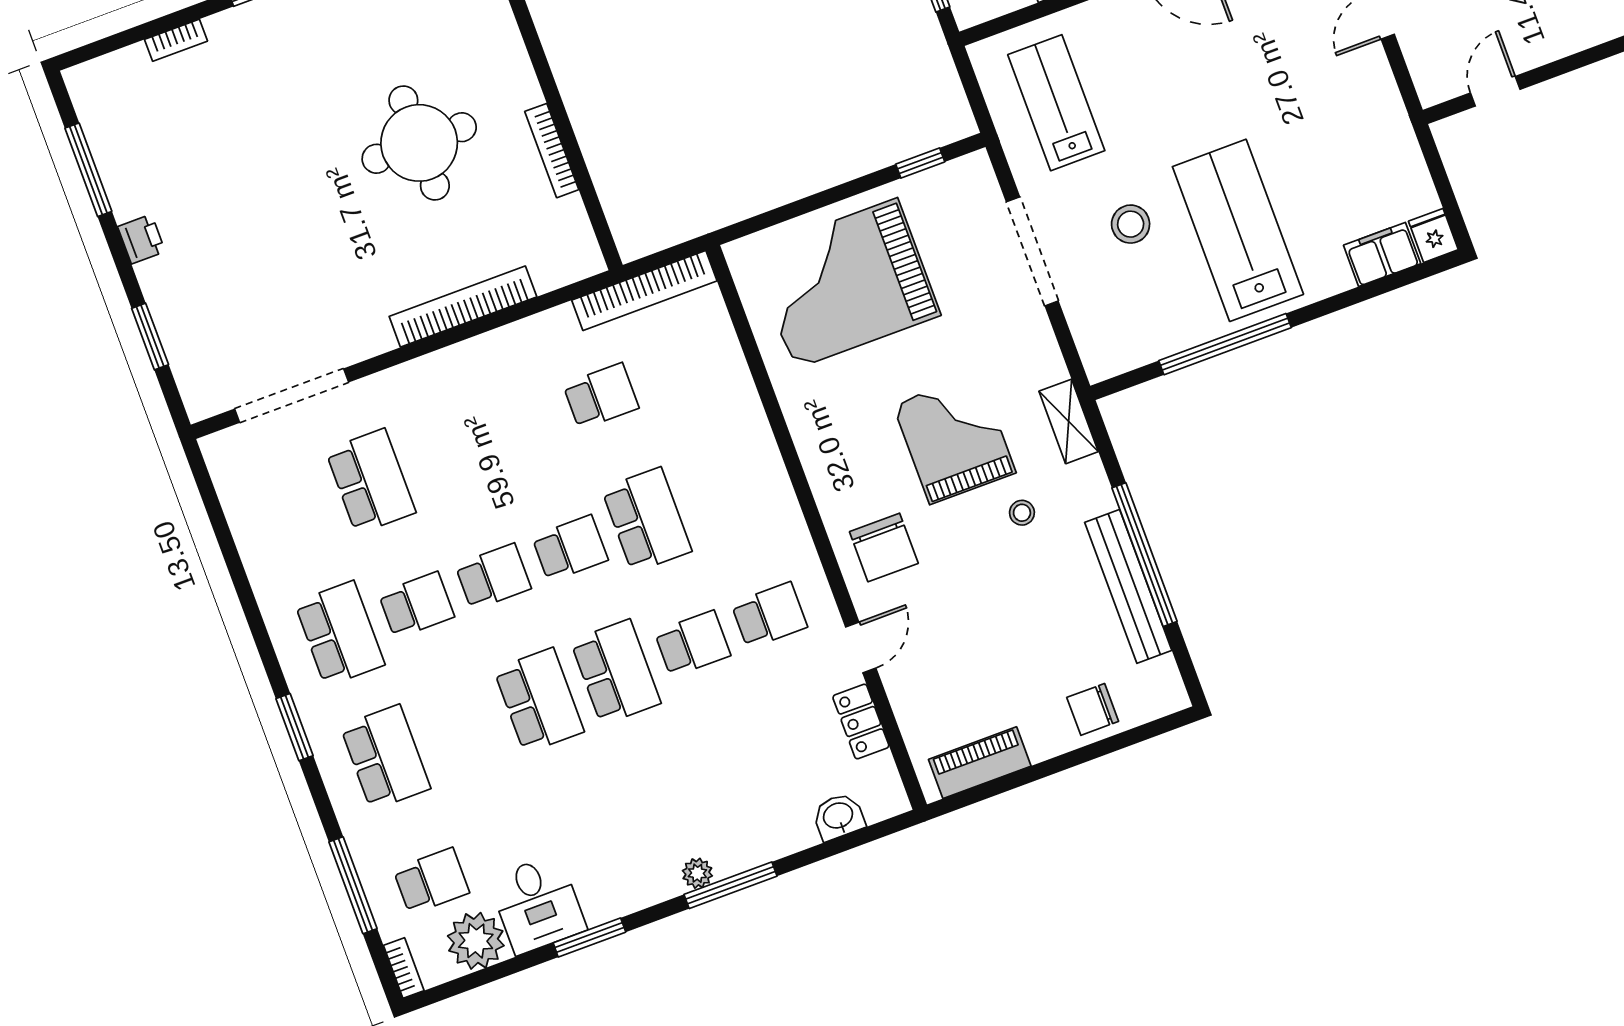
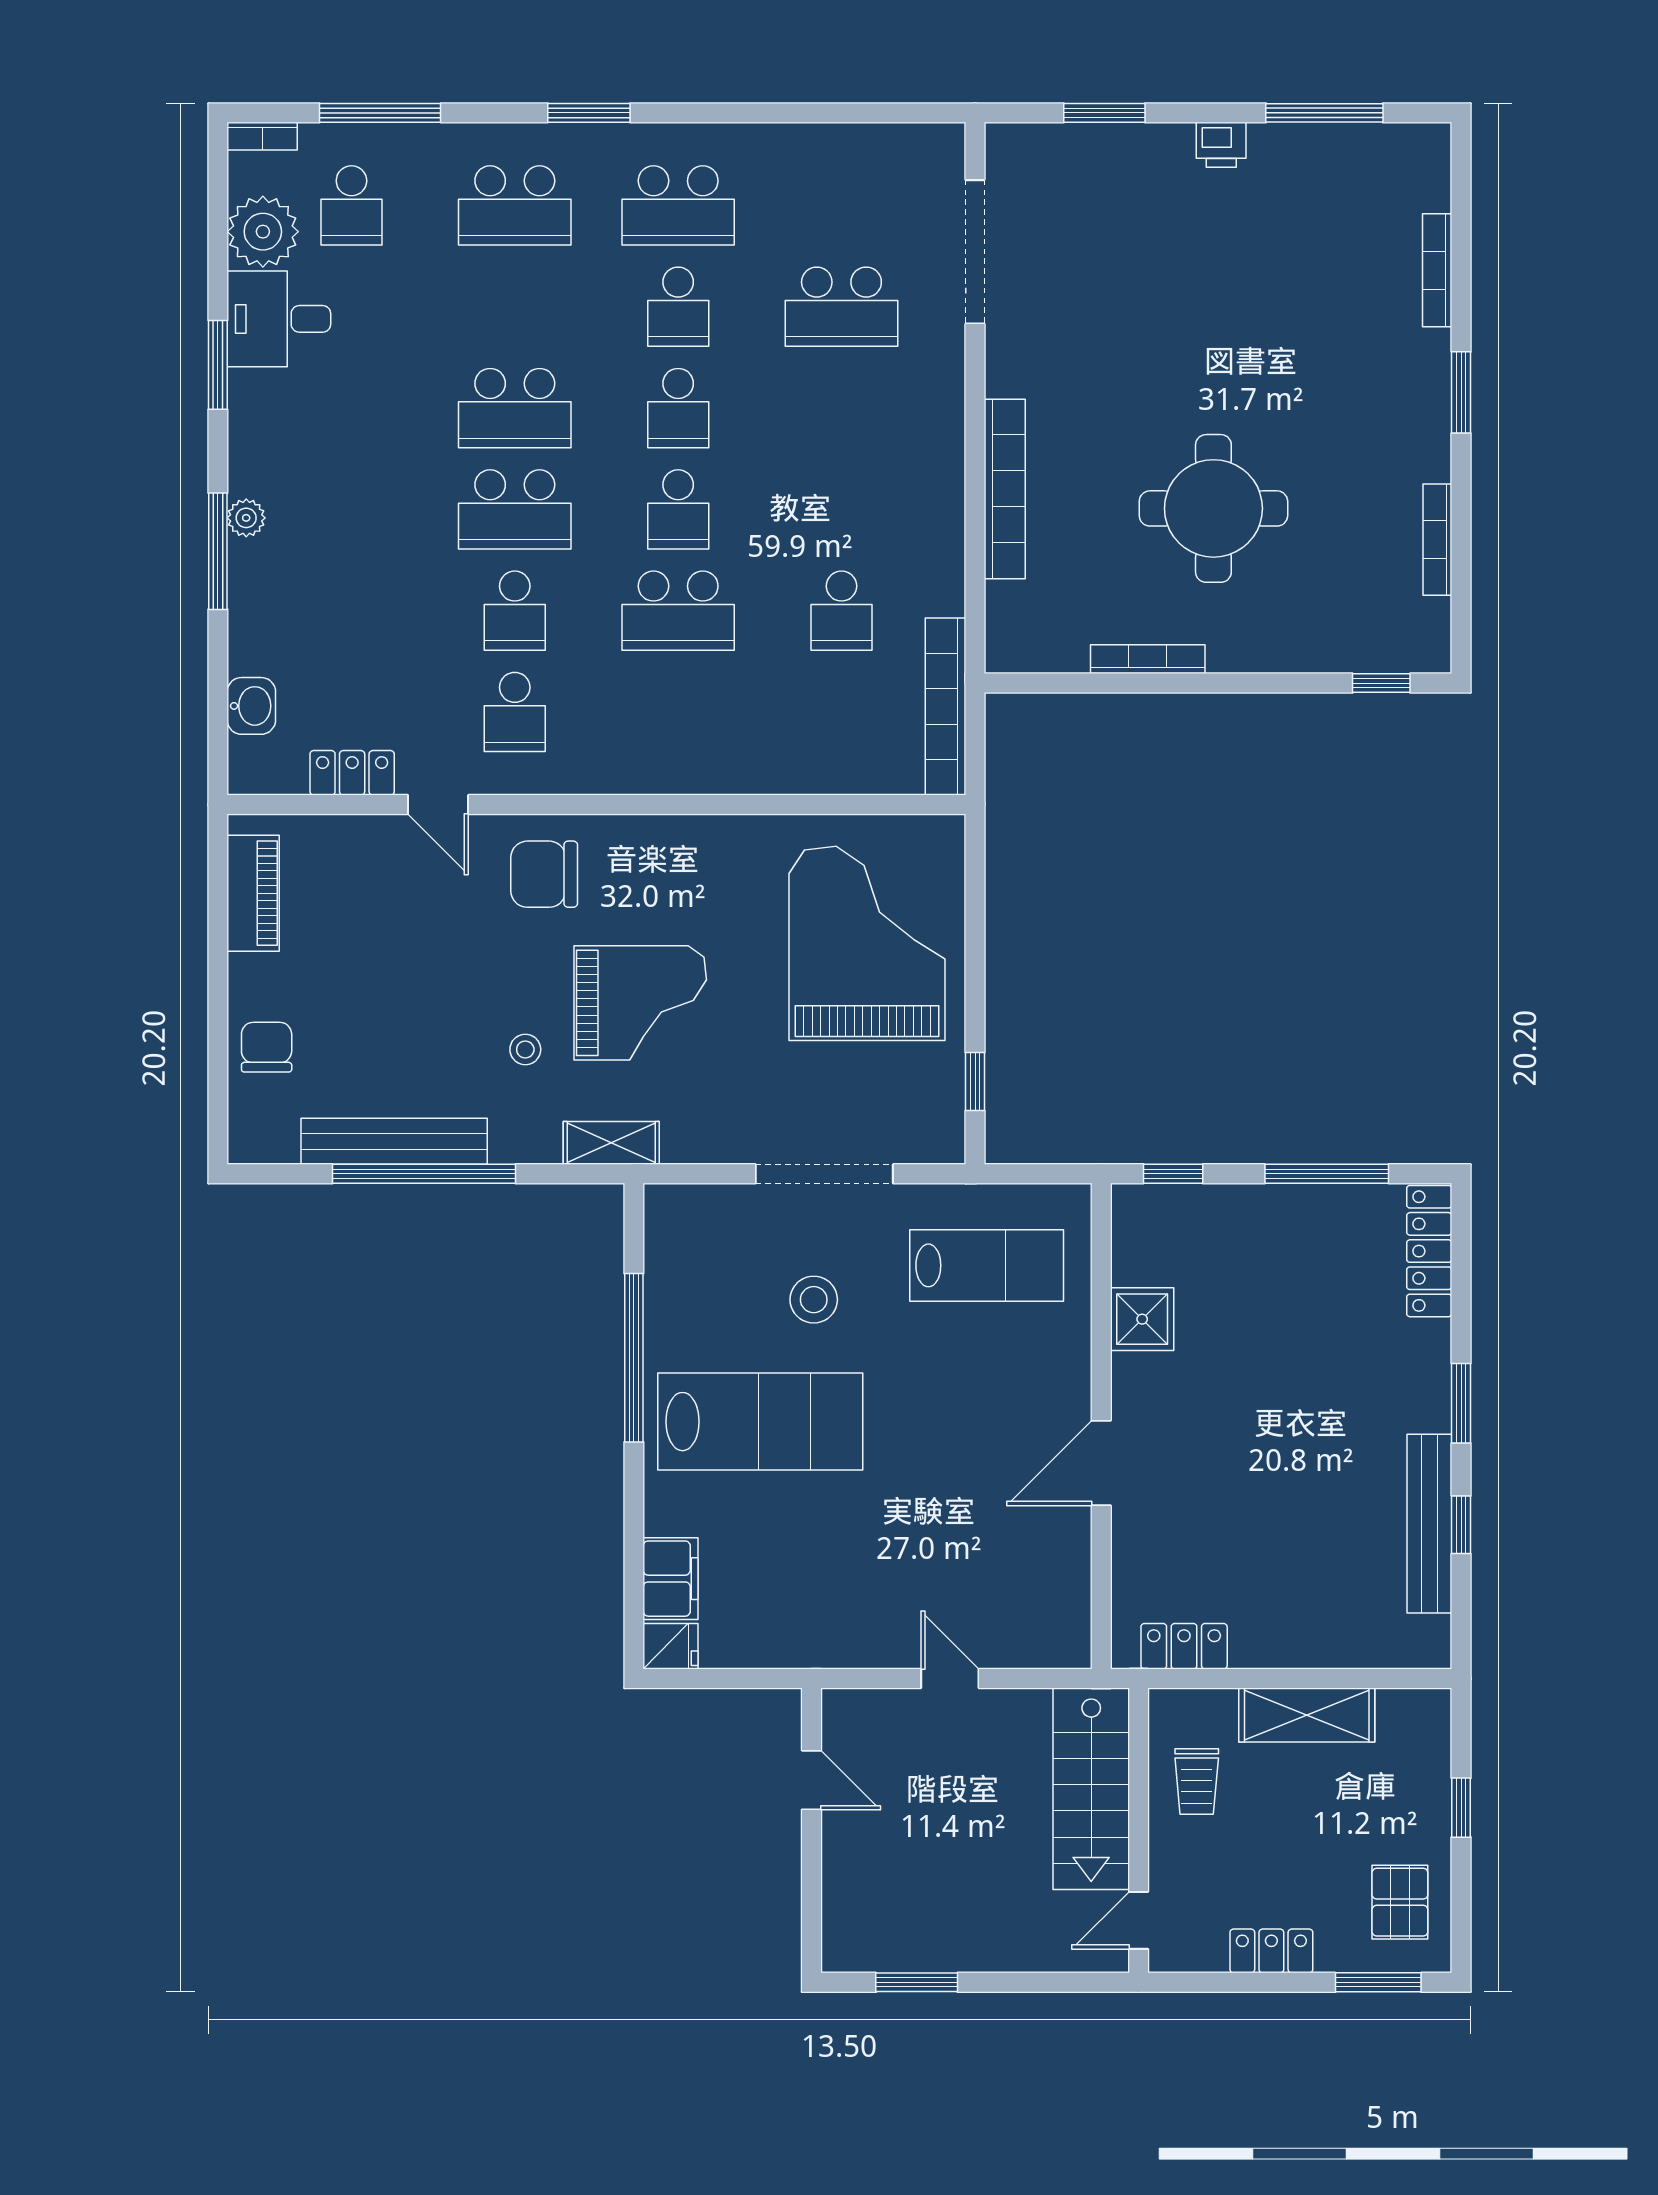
bookcase: (176, 40) -> (1437, 270), width x1.56

